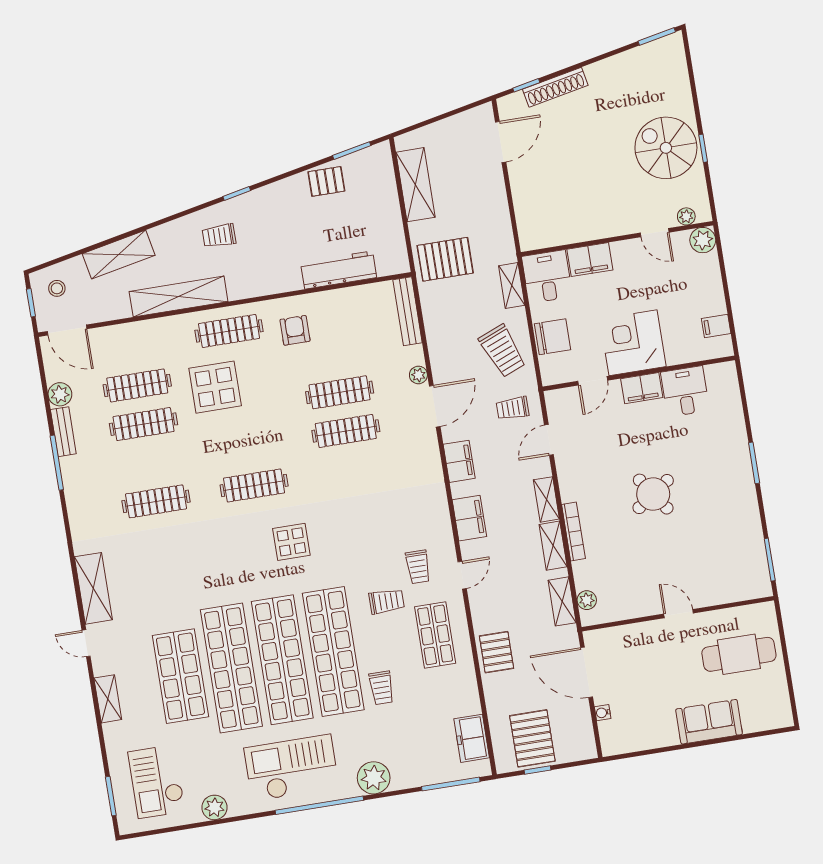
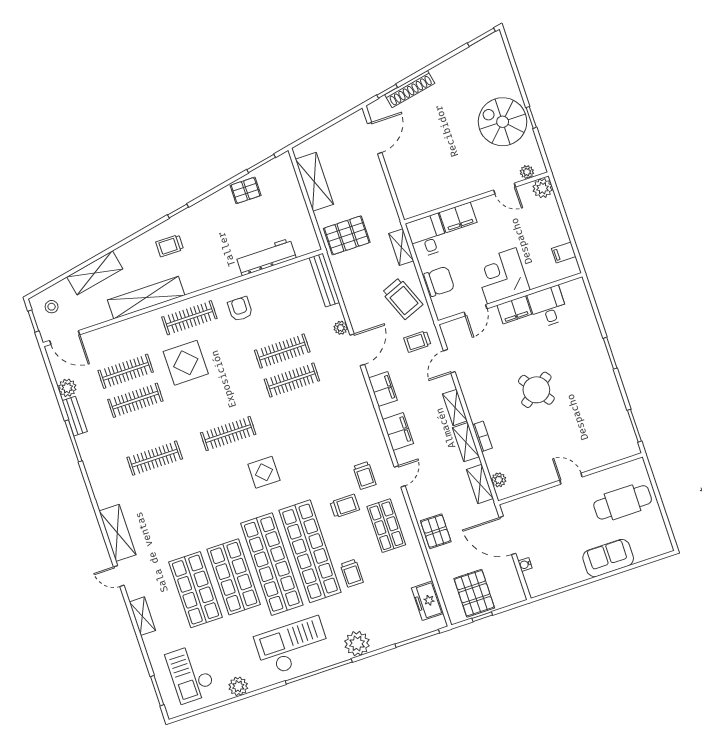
bookcase: (573, 531) -> (482, 436), width x0.64
shop shelf: (231, 668) -> (234, 577), width x0.71

